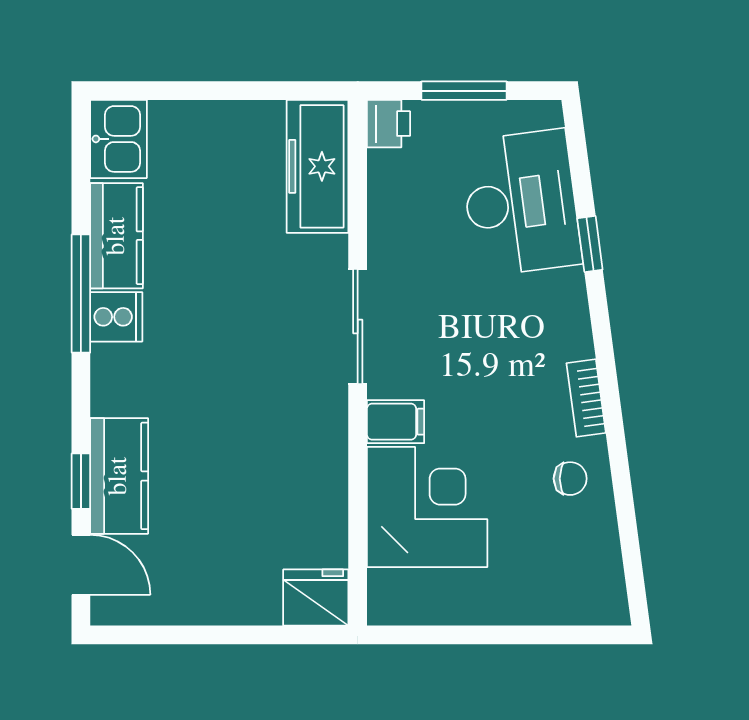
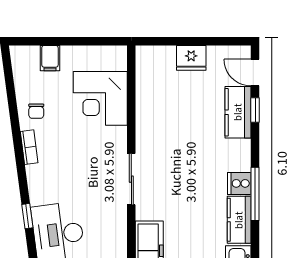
filing cabinet: (396, 422) -> (50, 58), moved, turned -90
chair: (570, 479) -> (36, 111), turned -90
fridge: (316, 598) -> (191, 58), moved

